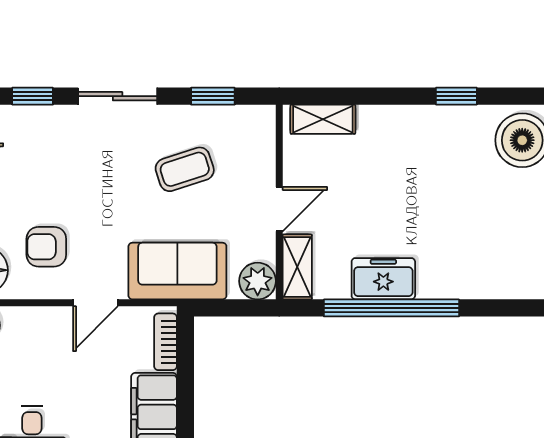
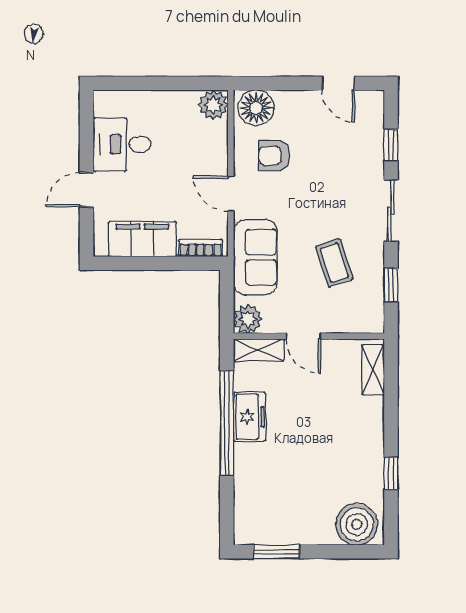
armchair: (46, 247) -> (274, 156), turned -90

